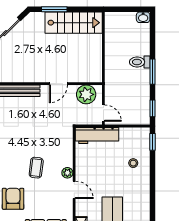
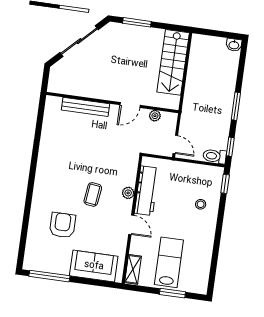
stairs: (74, 23) -> (173, 62), moved, turned 90
toilet: (140, 62) -> (215, 156), moved
plant: (86, 94) -> (155, 116), width x0.53, depth x0.53
workbench: (97, 136) -> (147, 191), moved, turned -90
plant: (67, 173) -> (128, 193), moved

